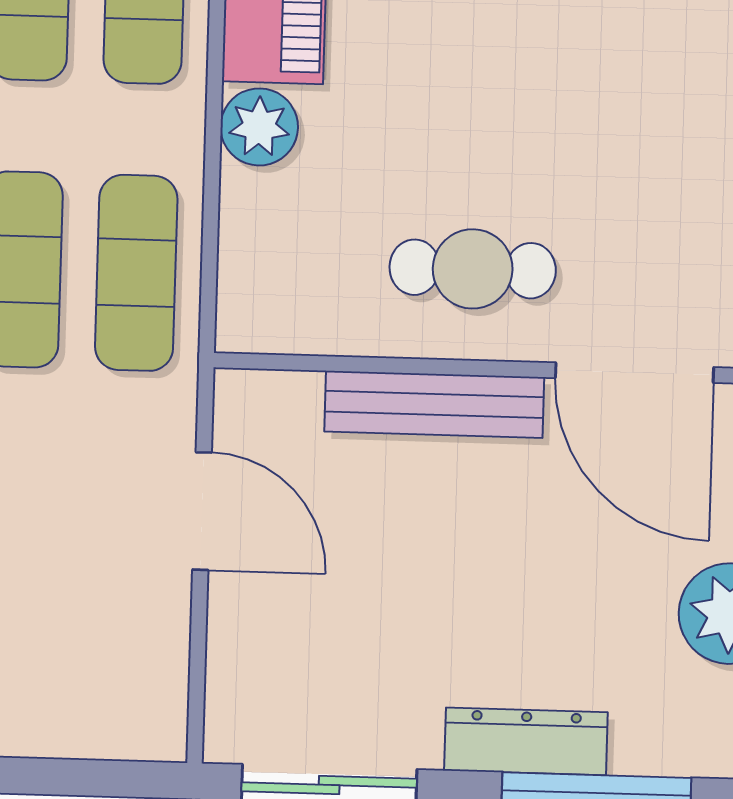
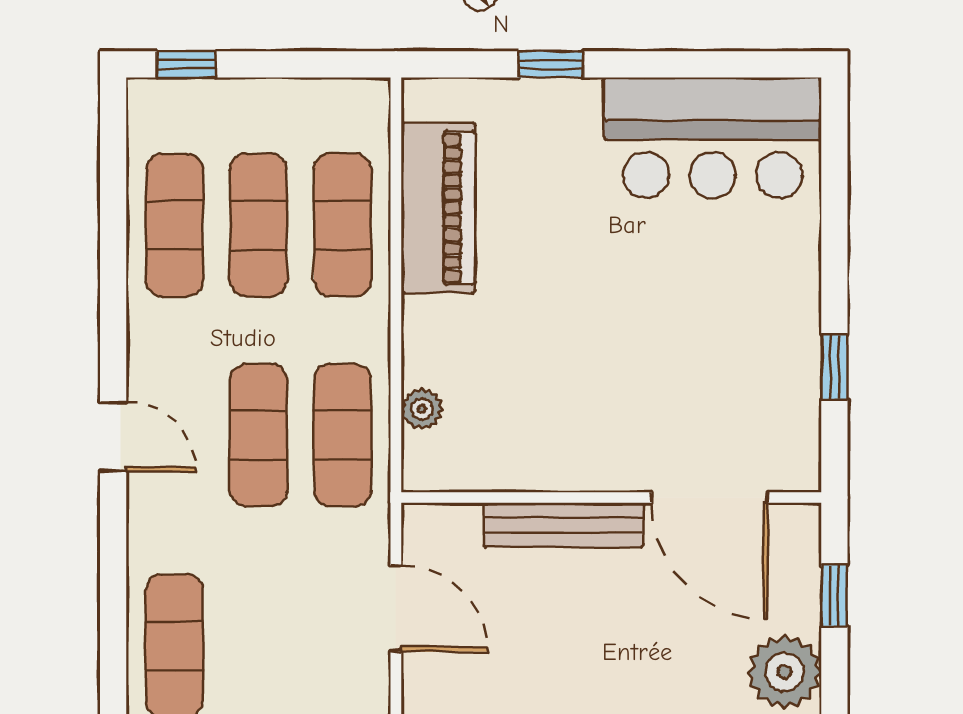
plant: (259, 127) -> (422, 409), moved, width x0.73, depth x0.73
cafe table: (473, 269) -> (589, 425), removed

